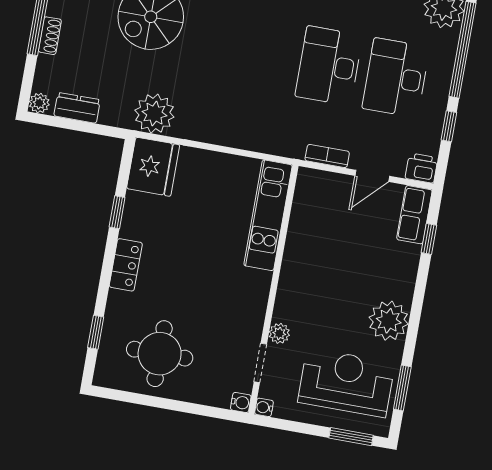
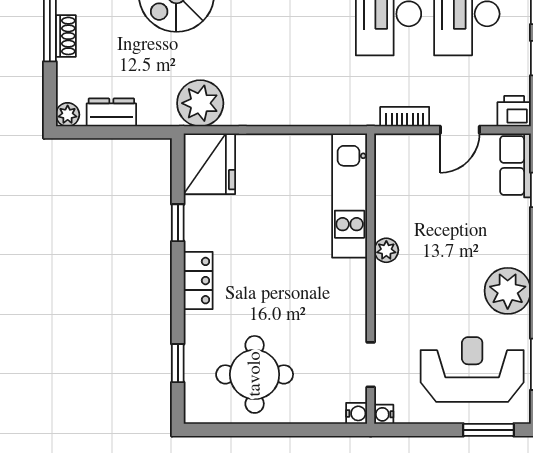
plant: (279, 333) -> (386, 250), moved

